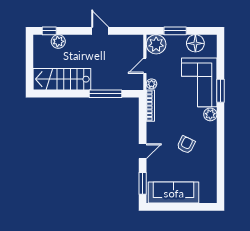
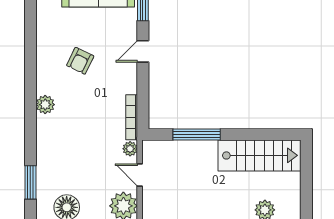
door: (145, 66) -> (140, 175), swing flipped
corner sofa: (199, 82) -> (61, 151), removed
window: (221, 91) -> (30, 182), moved

